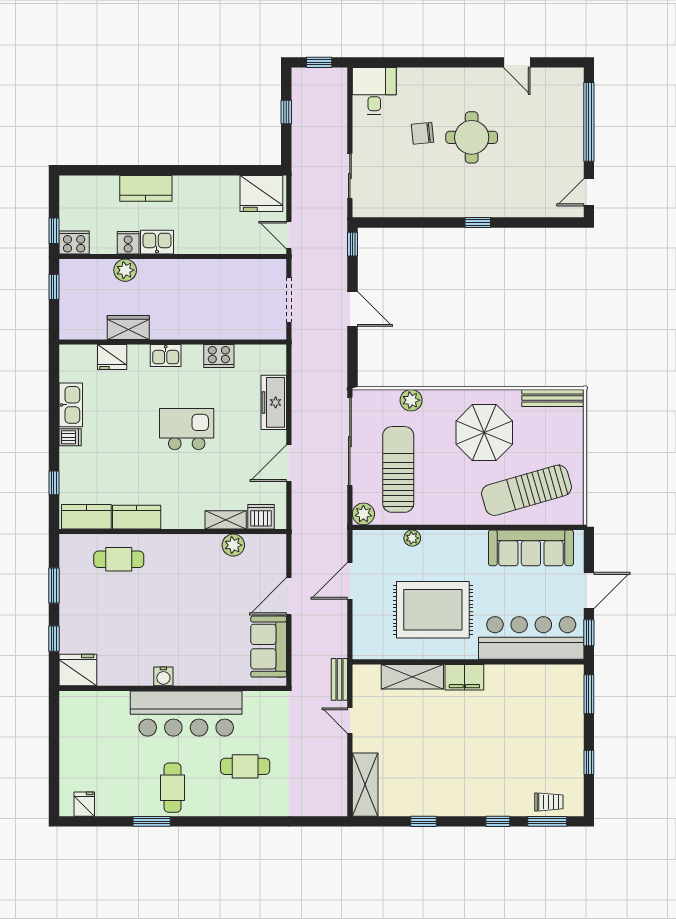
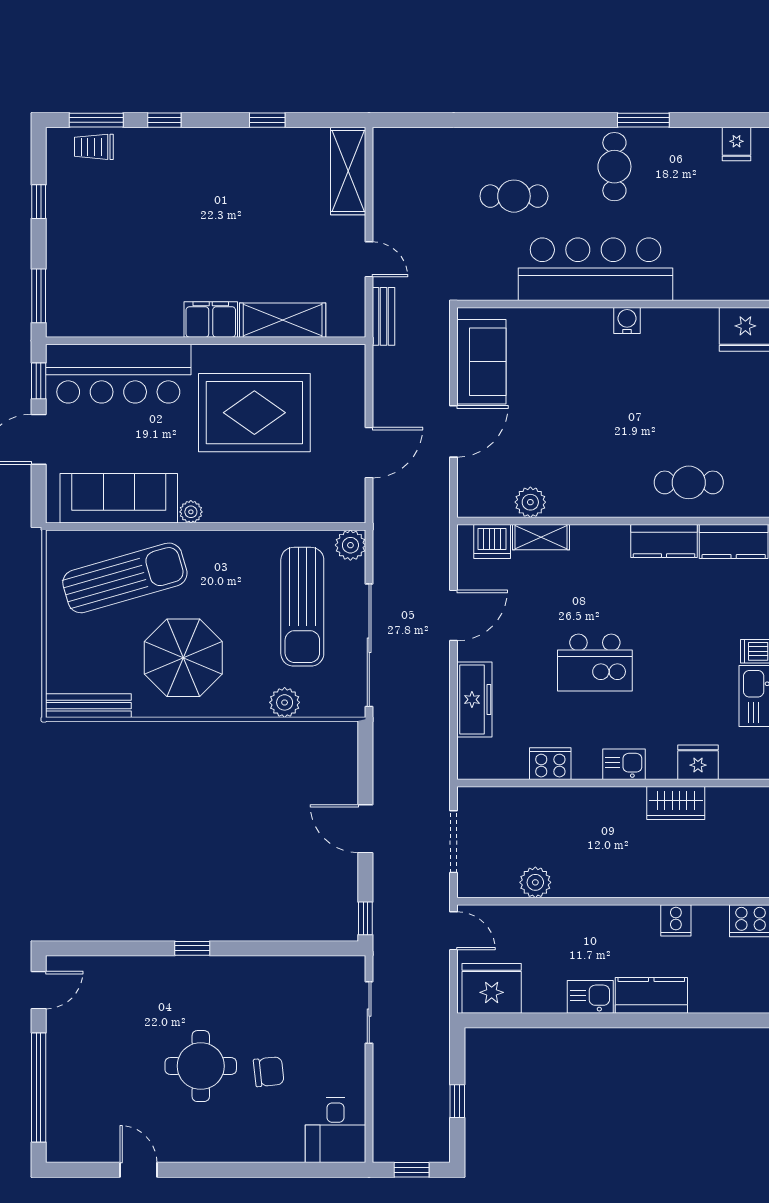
kitchen sink: (157, 242) -> (590, 997), moved, turned 180
plant: (125, 270) -> (535, 882), moved
plant: (412, 538) -> (191, 512), moved

